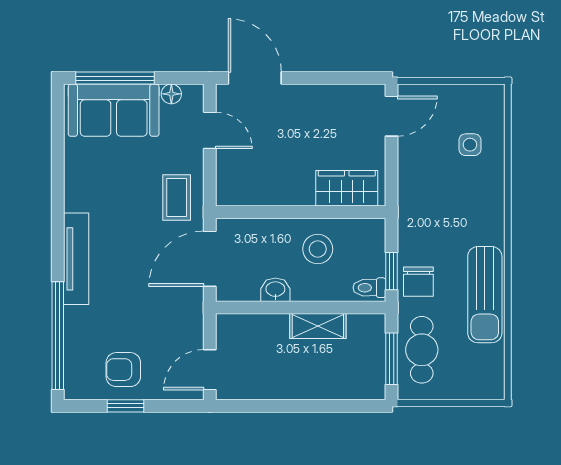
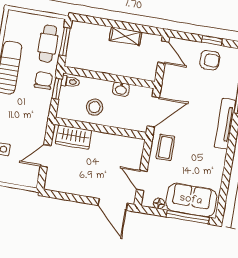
door: (392, 116) -> (46, 156), moved
shelving: (318, 326) -> (125, 36), moved
door: (210, 370) -> (163, 52), hinge flipped

